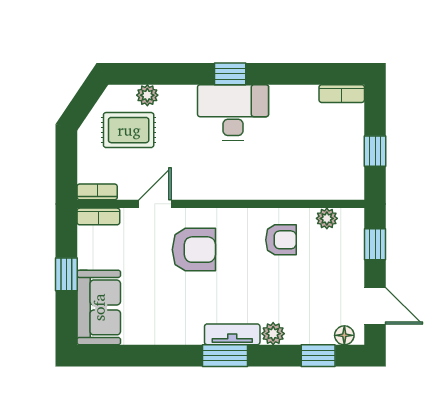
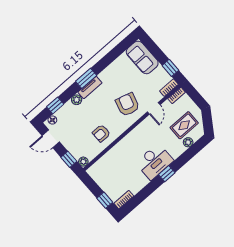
window: (375, 151) -> (105, 200), moved
plant: (327, 218) -> (83, 162), moved
armchair: (194, 250) -> (128, 105), turned 106
window: (66, 274) -> (170, 68), moved

